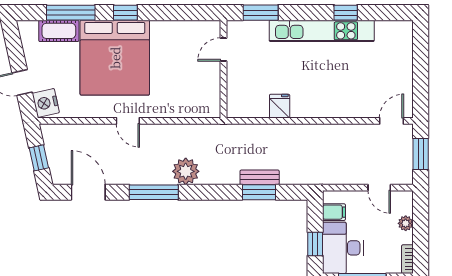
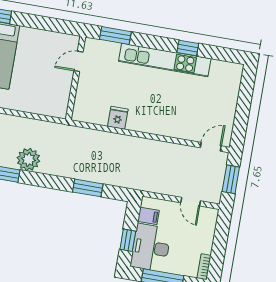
bench: (260, 177) -> (90, 175), removed
plant: (406, 223) -> (208, 236), removed

